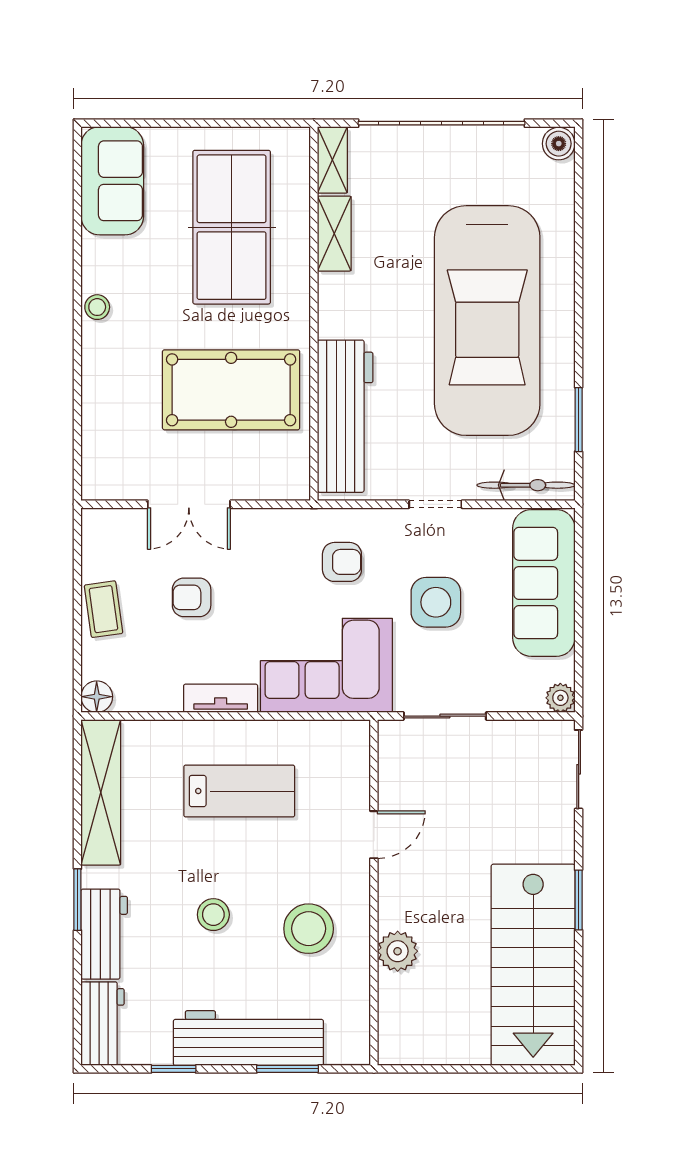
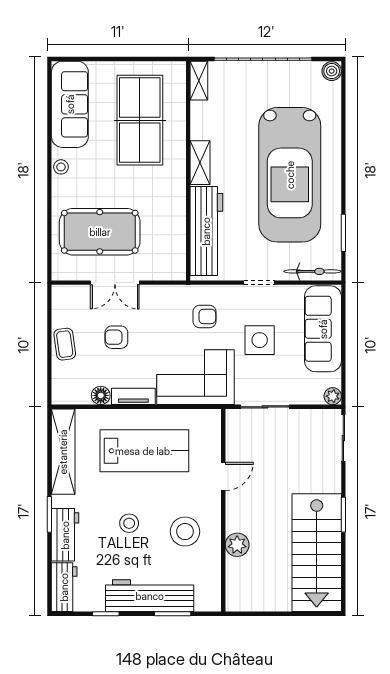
sofa: (112, 181) -> (70, 104), width x1.36
shelving: (334, 234) -> (200, 163), moved
pool table: (231, 390) -> (100, 232), moved
floor lamp: (97, 697) -> (101, 395), moved
lab bench: (239, 791) -> (144, 451), width x1.36, depth x1.39

